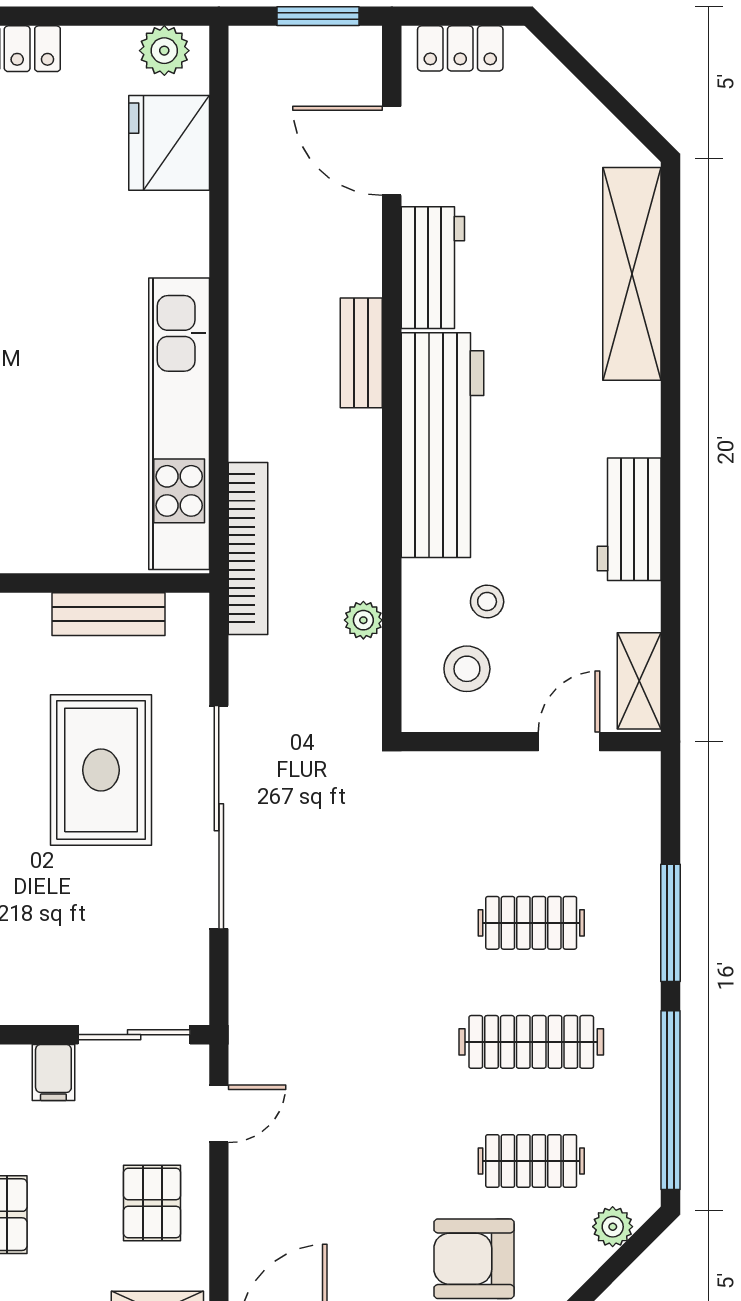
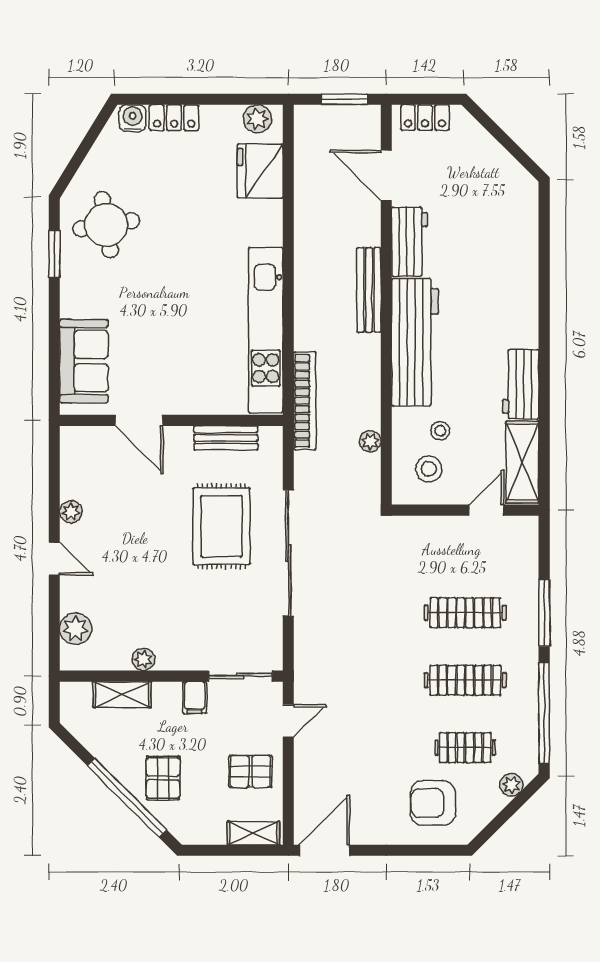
shelving: (632, 274) -> (522, 245), removed
bench: (361, 353) -> (369, 290), width x1.36
shelving: (639, 681) -> (522, 462), width x1.50, depth x1.33
clothes rail: (531, 923) -> (465, 613), width x1.36
pallet: (152, 1203) -> (250, 771), turned 90

